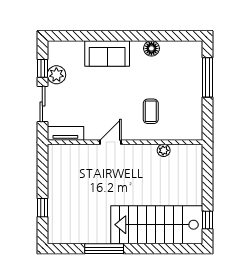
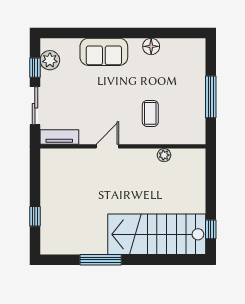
plant: (56, 75) -> (50, 60), moved
window: (207, 77) -> (211, 97), moved

